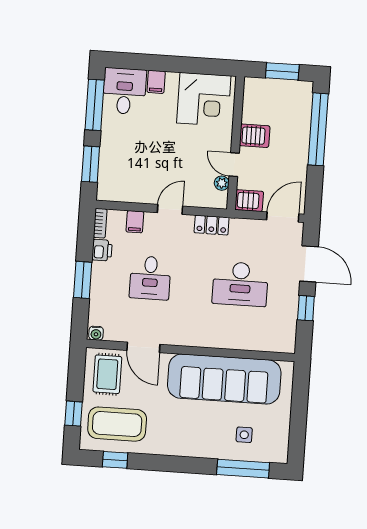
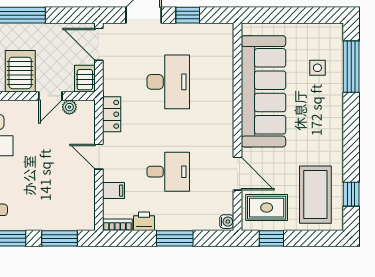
server rack: (255, 136) -> (20, 71), width x1.36, depth x1.44
door: (143, 347) -> (238, 174), hinge flipped
window: (74, 414) -> (271, 238), moved

